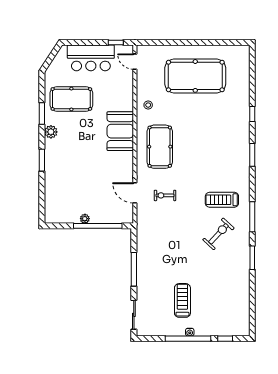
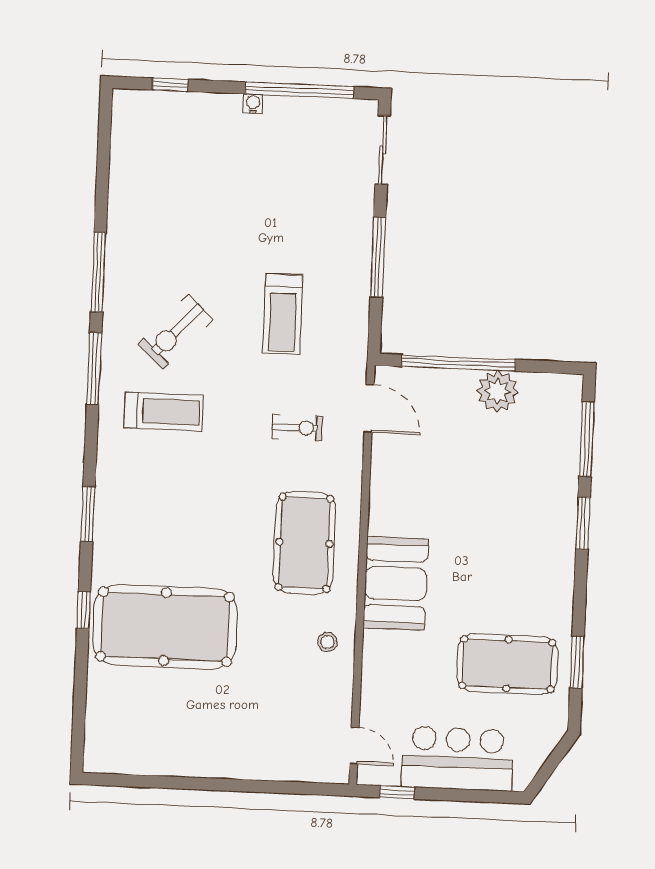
pool table: (195, 76) -> (165, 627), moved
window: (42, 114) -> (577, 662), moved
plant: (51, 132) -> (559, 589), removed
door: (135, 193) -> (369, 408), moved
window: (42, 196) -> (587, 439), added
plant: (85, 219) -> (497, 391), width x1.88, depth x1.88
window: (252, 258) -> (98, 272), width x1.44
treadmill: (182, 300) -> (283, 314), moved
window: (188, 339) -> (299, 90), moved

